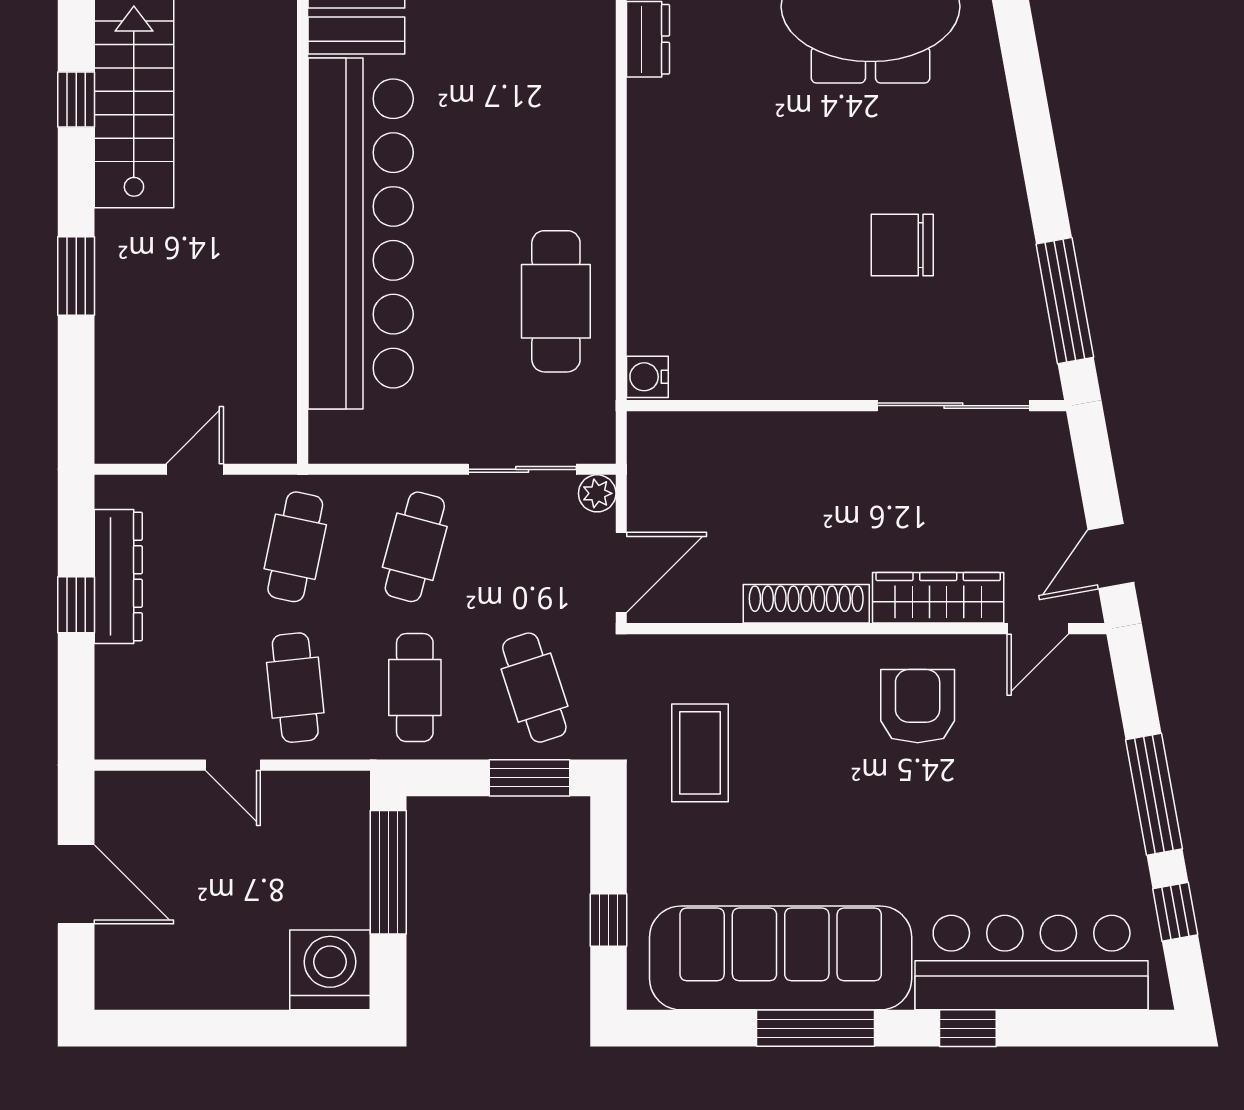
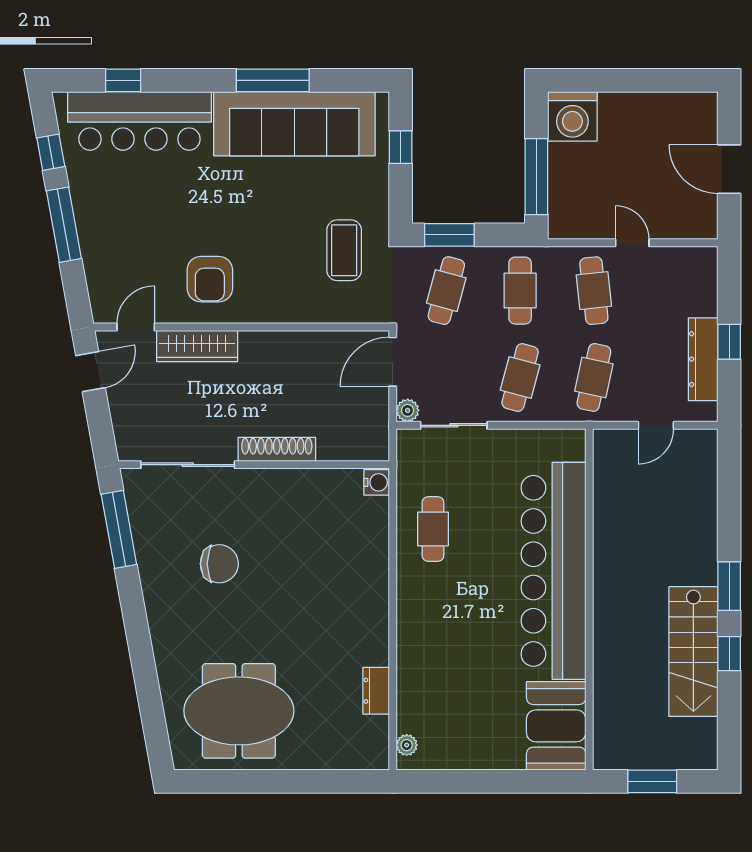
window: (76, 276) -> (729, 586), moved
cafe table: (556, 301) -> (433, 529), width x0.73, depth x0.74
shoe rack: (806, 604) -> (277, 449), moved, turned 180
cafe table: (534, 688) -> (446, 291), turned 33
window: (968, 1028) -> (123, 80), moved

